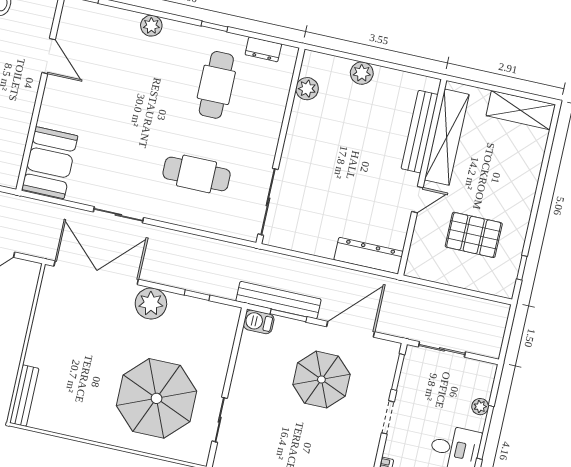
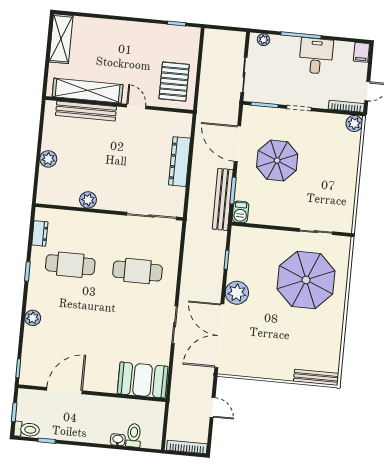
door: (49, 56) -> (64, 391), width x1.36
plant: (307, 89) -> (88, 200), moved
cafe table: (197, 174) -> (138, 271), turned 90
pallet: (474, 235) -> (174, 82), moved
dresser: (369, 256) -> (180, 162), moved
plant: (480, 407) -> (264, 40), moved

